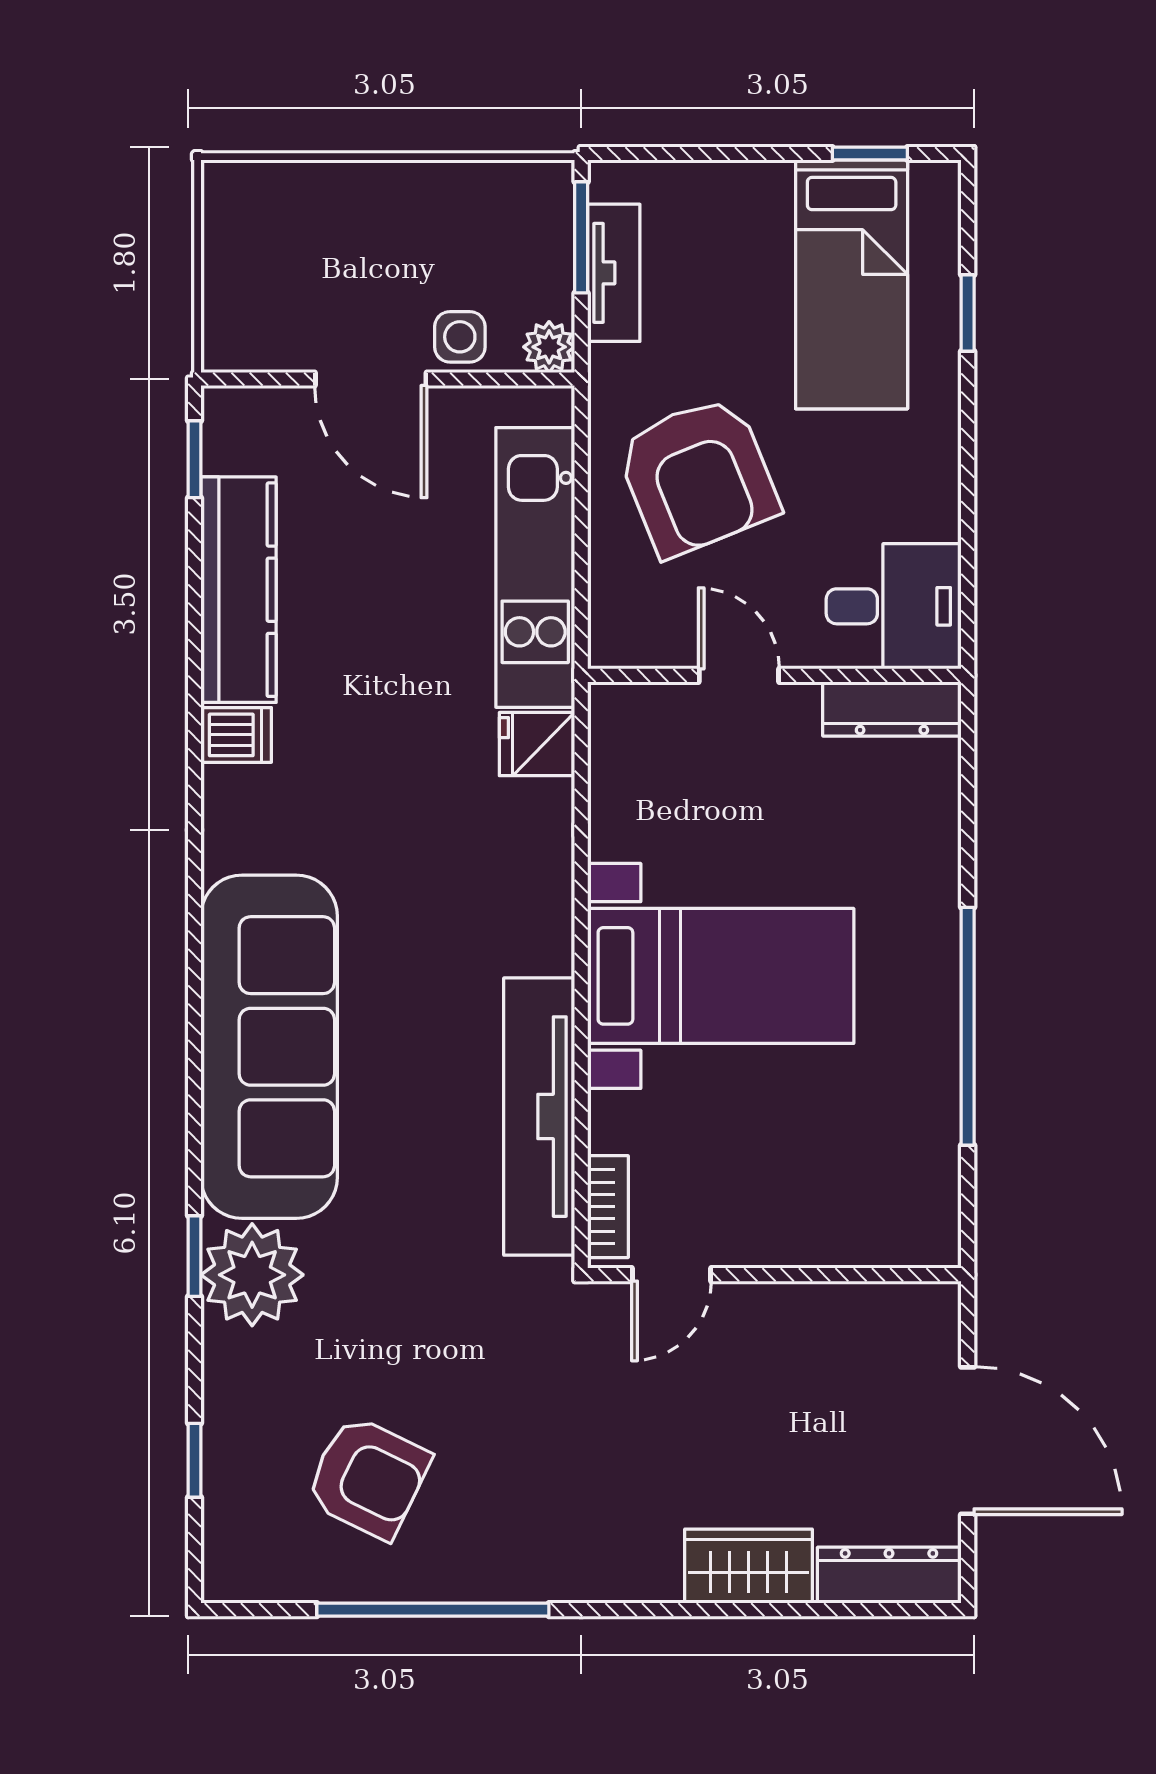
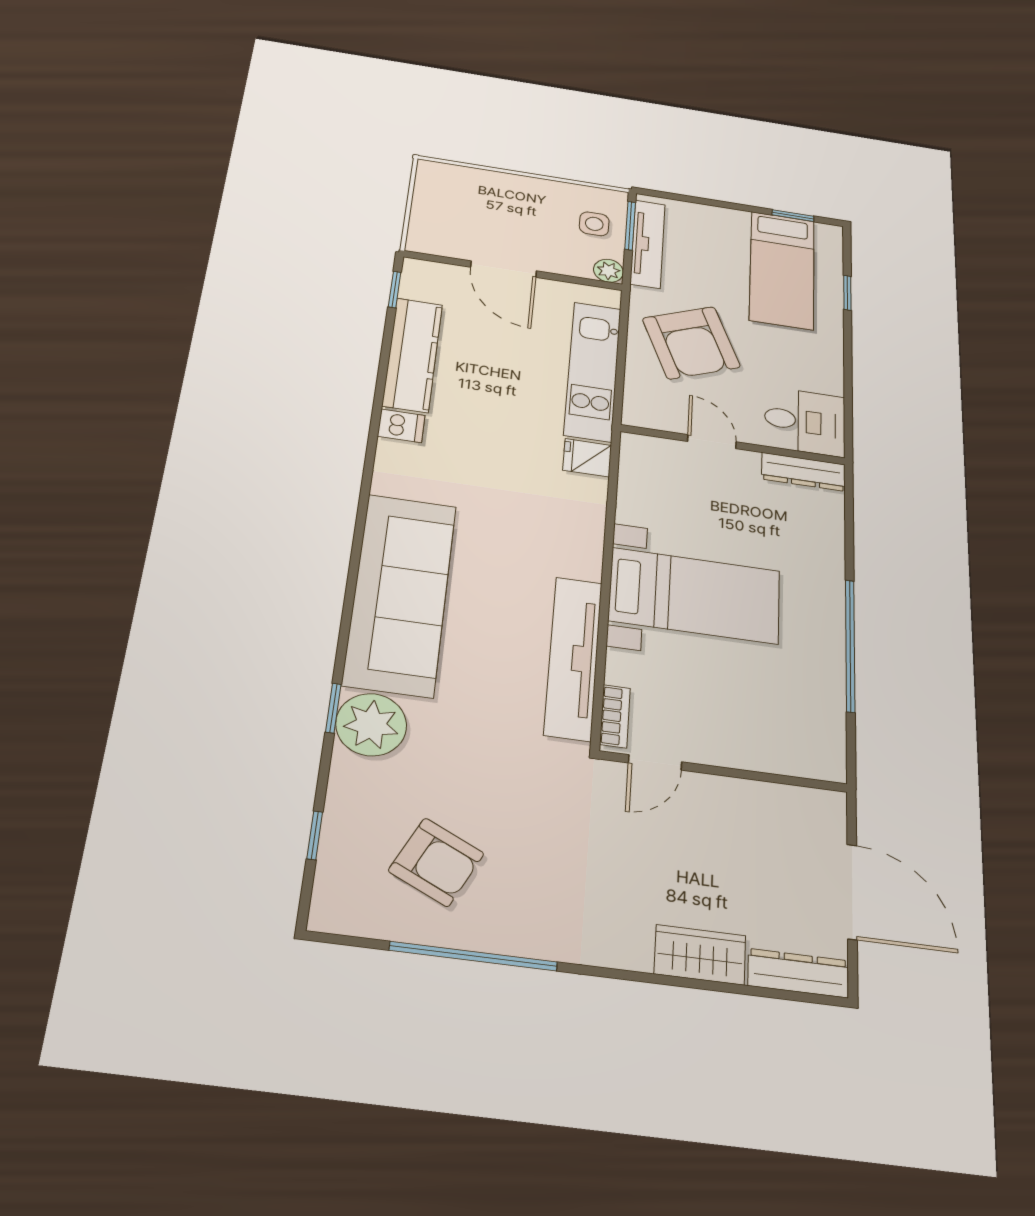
tv unit: (614, 273) -> (648, 244), width x1.41
side table: (460, 337) -> (594, 224), moved

